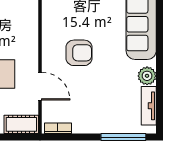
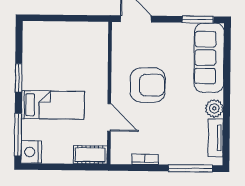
armchair: (79, 53) -> (148, 85), width x1.36, depth x1.36
bookcase: (58, 128) -> (145, 159), moved

